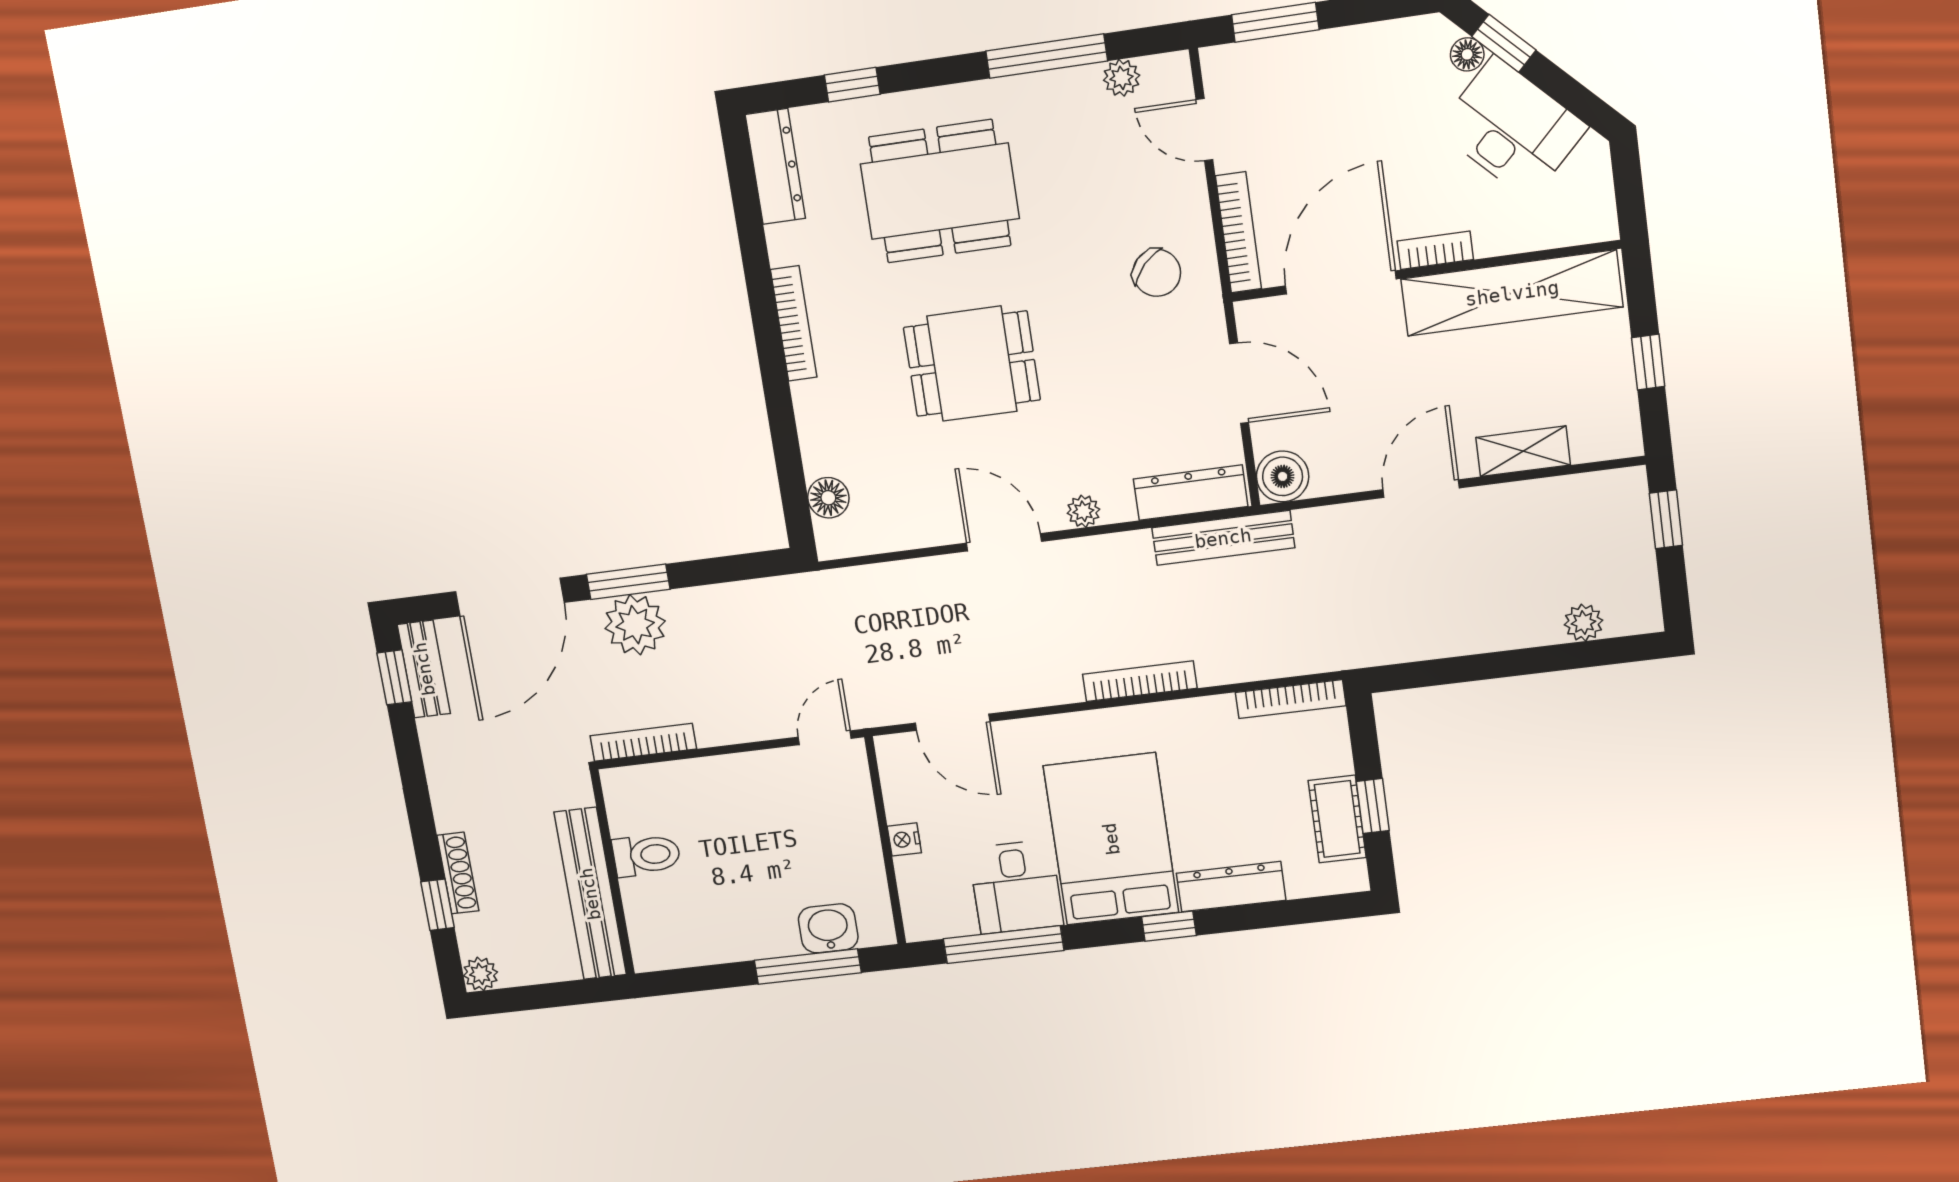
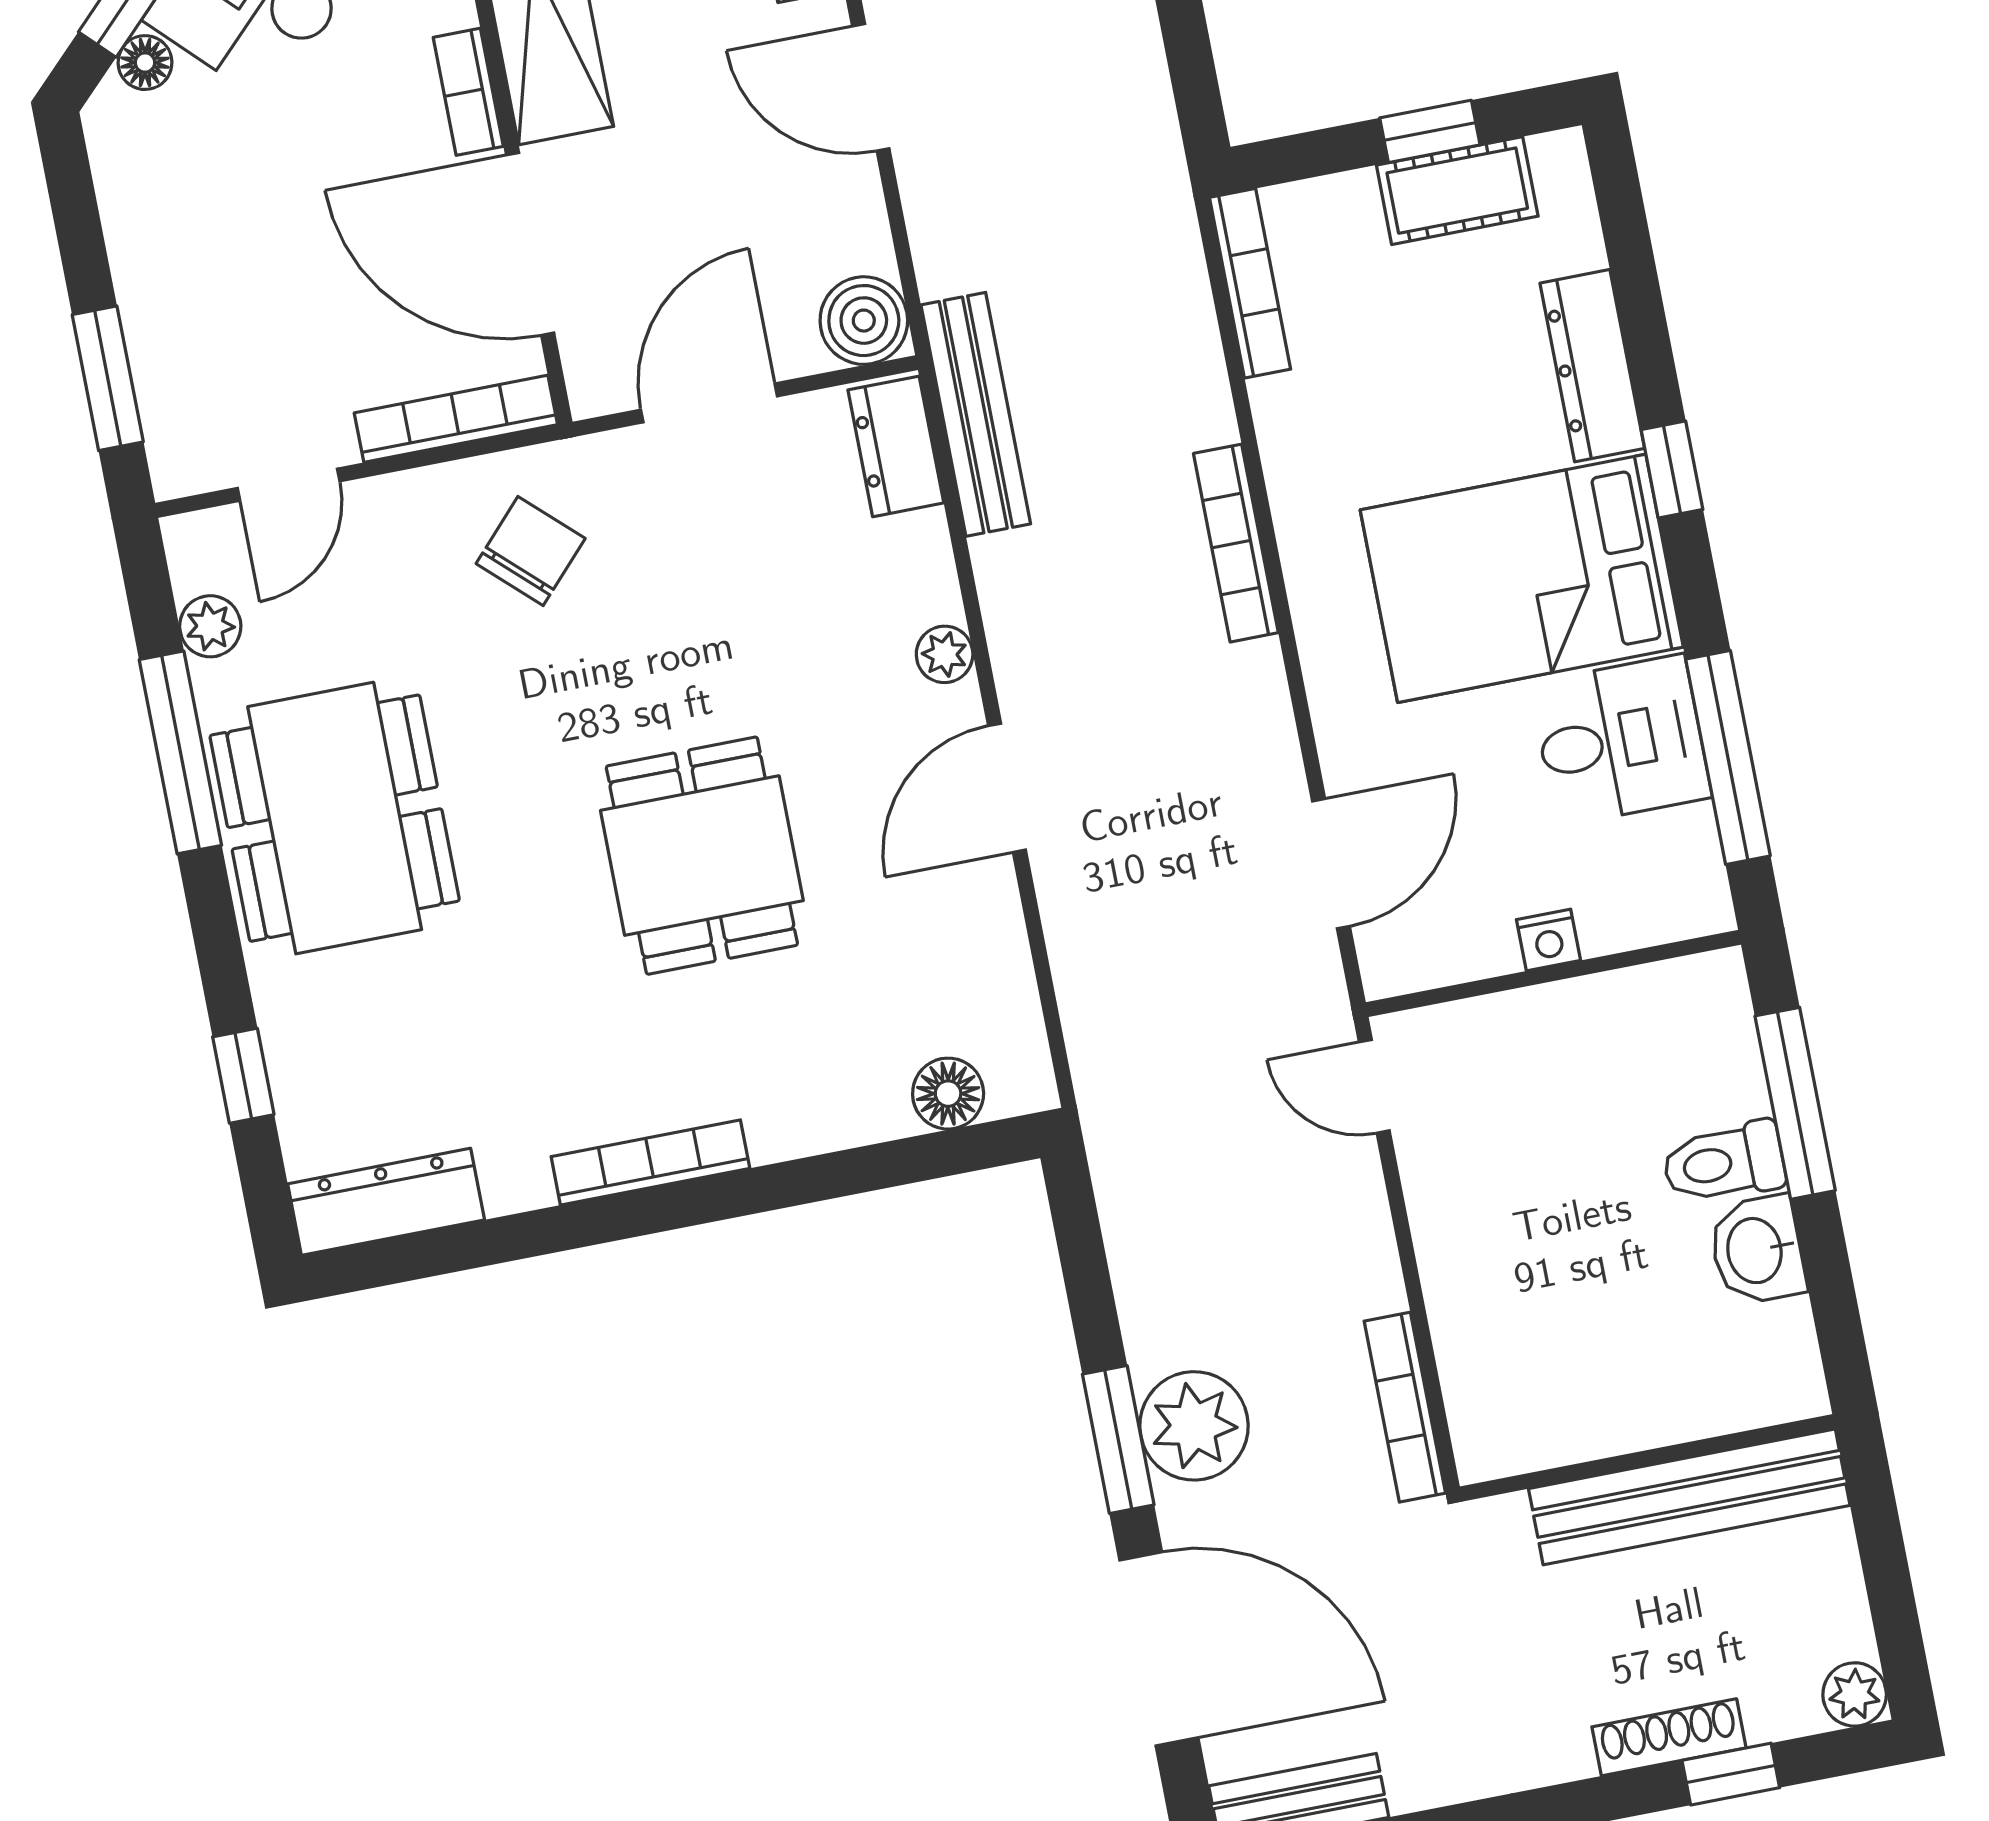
dining table: (940, 191) -> (335, 818), moved
dresser: (1190, 493) -> (896, 446), width x0.70
toilet: (646, 855) -> (1724, 1163), moved, turned -90
washbasin: (828, 928) -> (1757, 1250), moved

